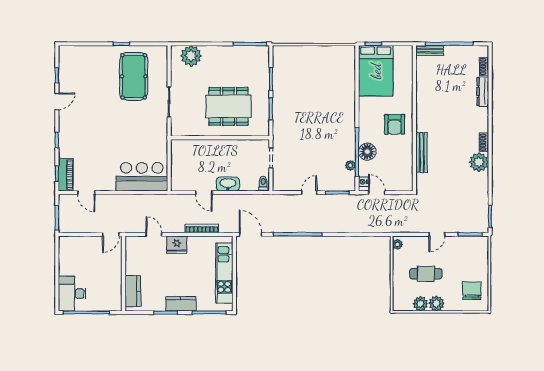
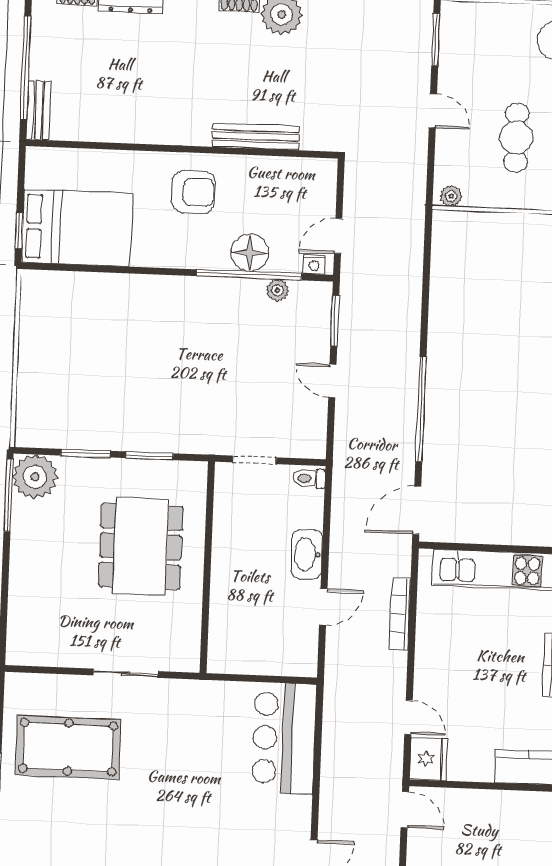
plant: (191, 56) -> (35, 477), moved
door: (154, 234) -> (408, 717), swing flipped
fridge: (177, 244) -> (429, 759), moved

